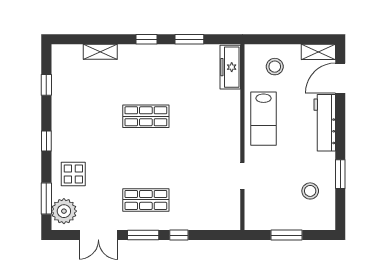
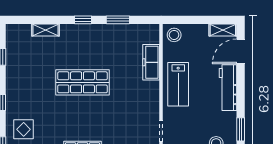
freezer: (230, 67) -> (151, 62), moved
stool: (275, 67) -> (174, 35), moved
shop shelf: (146, 116) -> (83, 82), width x1.43, depth x1.36

